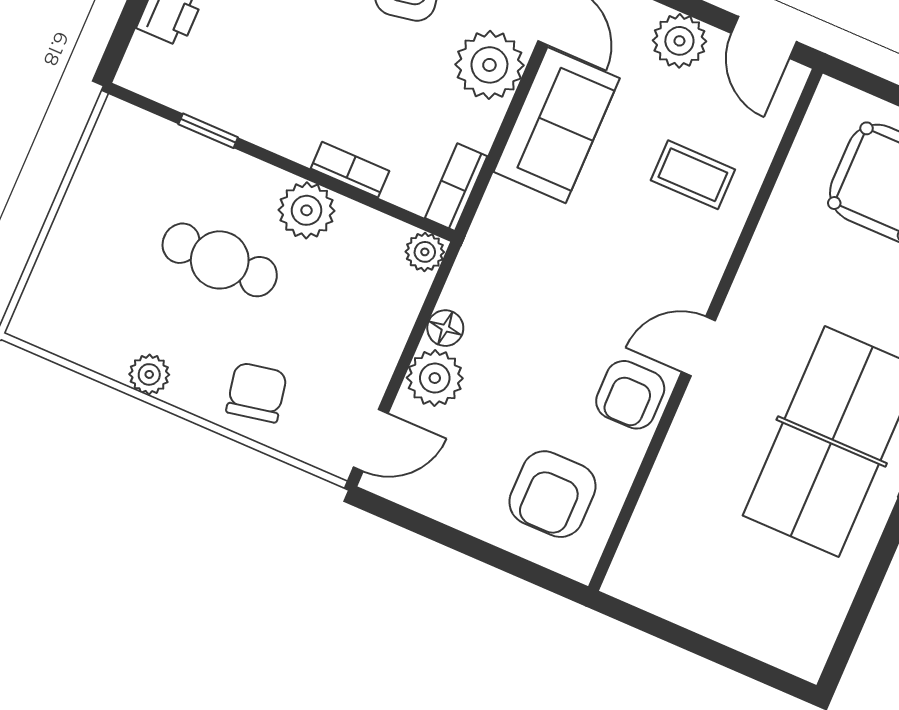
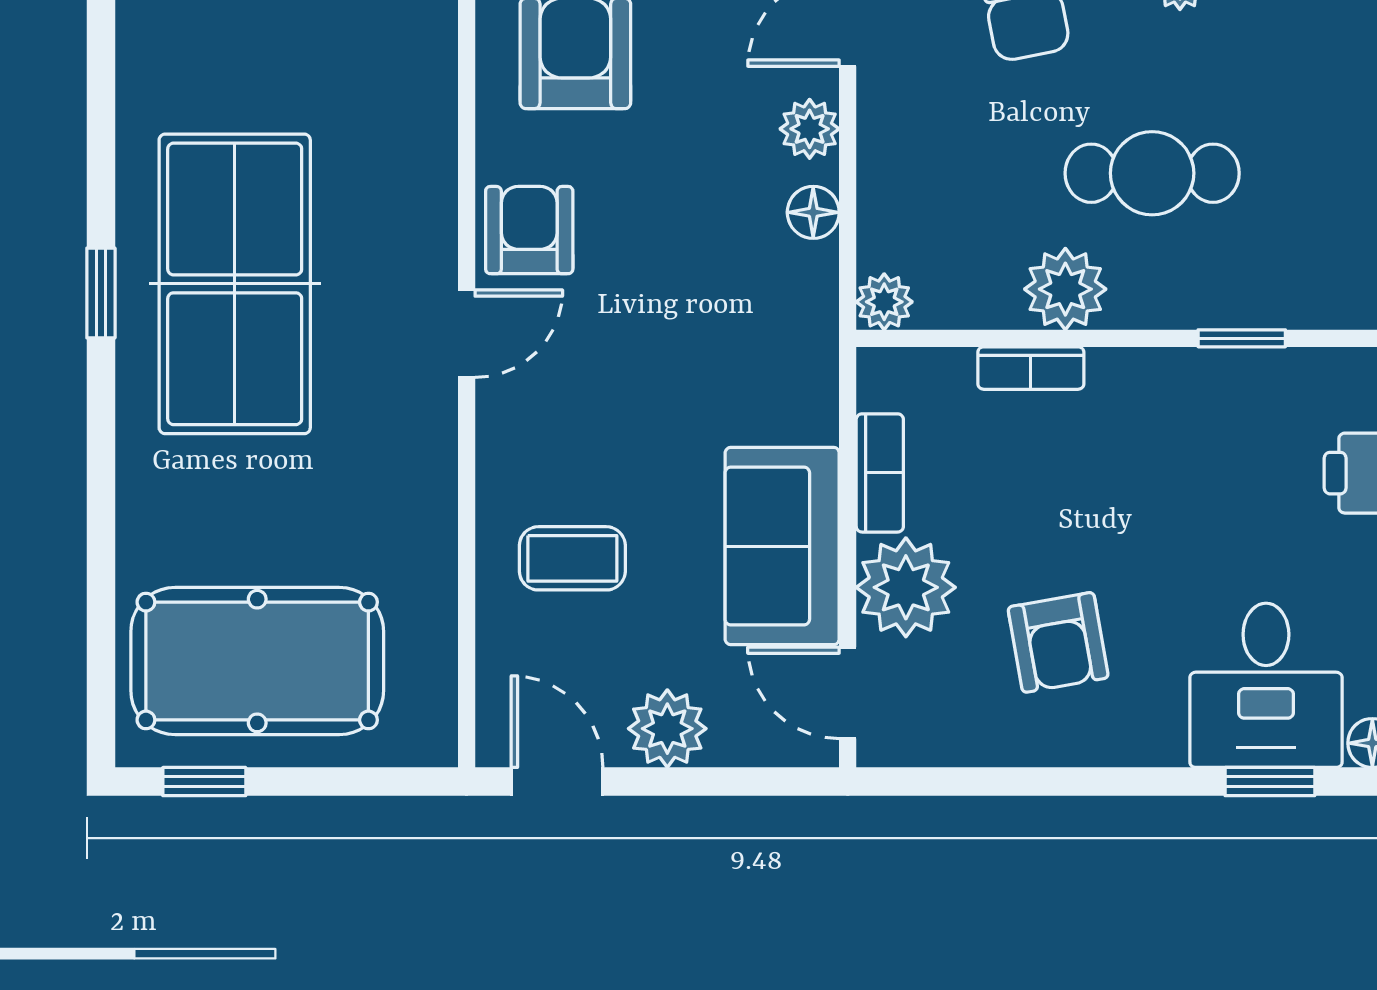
bookcase: (456, 187) -> (880, 473), moved
plant: (435, 378) -> (810, 129), width x0.73, depth x0.73

